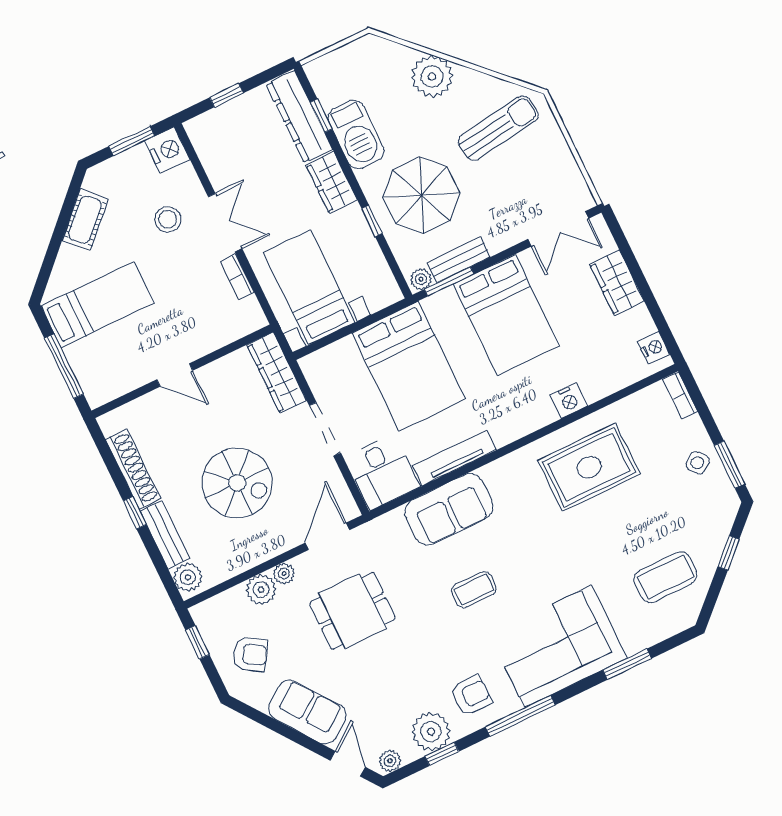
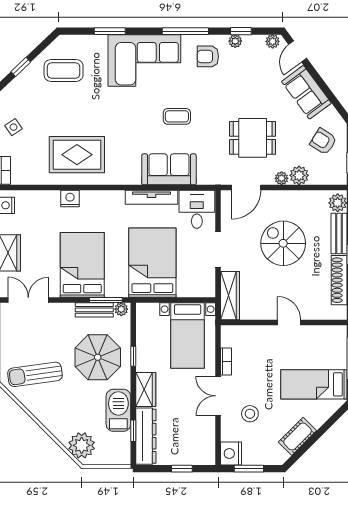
plant: (432, 76) -> (82, 445), moved
plant: (431, 732) -> (235, 41), width x0.53, depth x0.53

